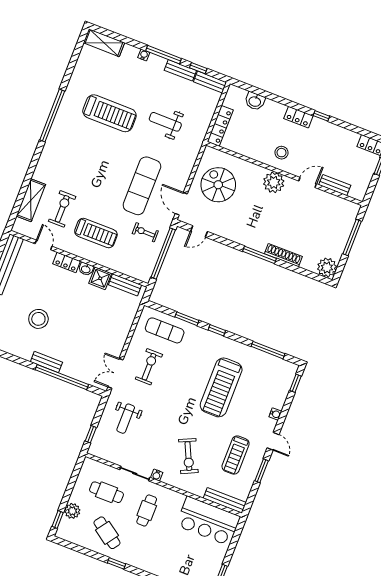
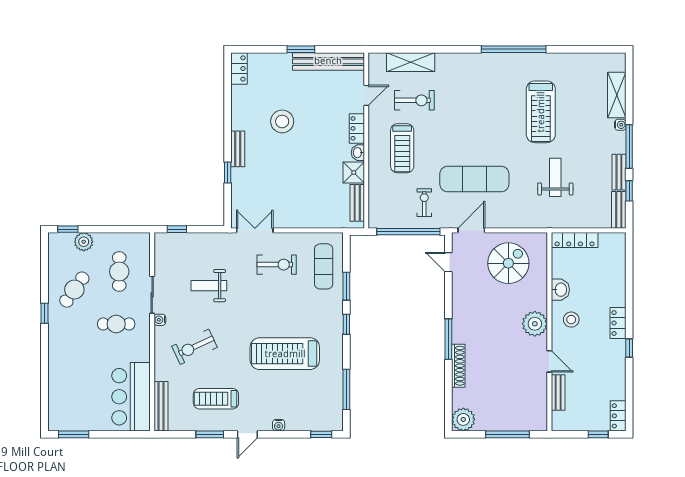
shelving: (104, 43) -> (617, 95), moved
washbasin: (255, 101) -> (560, 290), moved, turned 180
window: (62, 377) -> (228, 173), width x0.32
weight bench: (126, 419) -> (209, 286), moved

